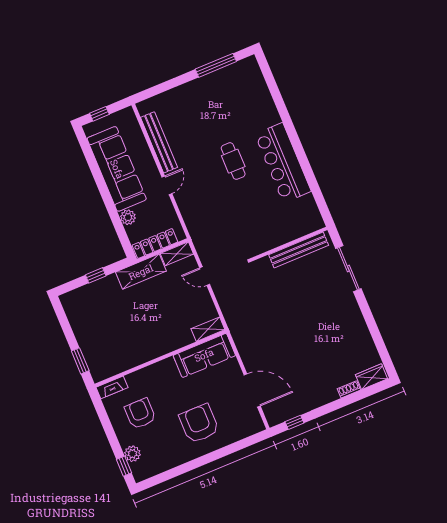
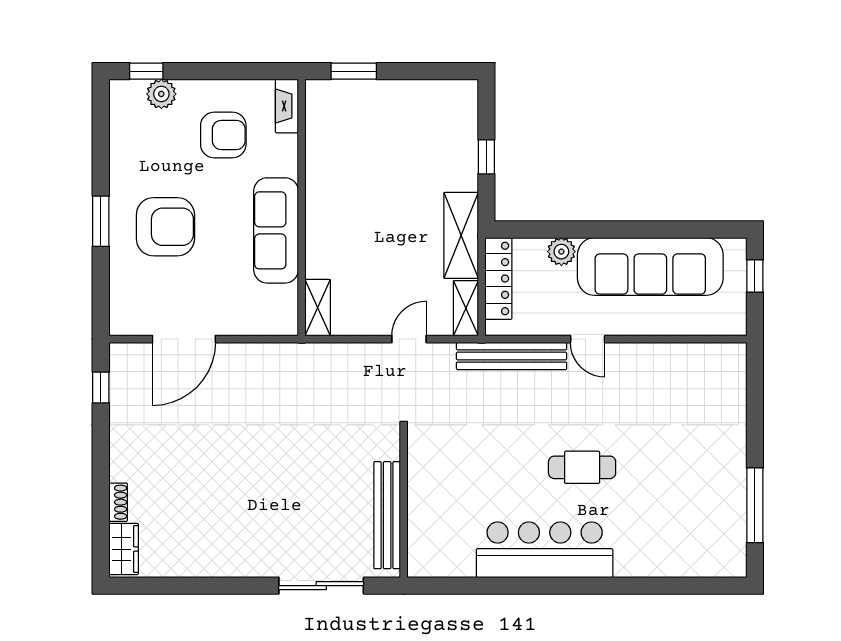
bench: (159, 142) -> (512, 356), moved
sofa: (204, 355) -> (276, 230), moved
window: (210, 458) -> (101, 221), added

